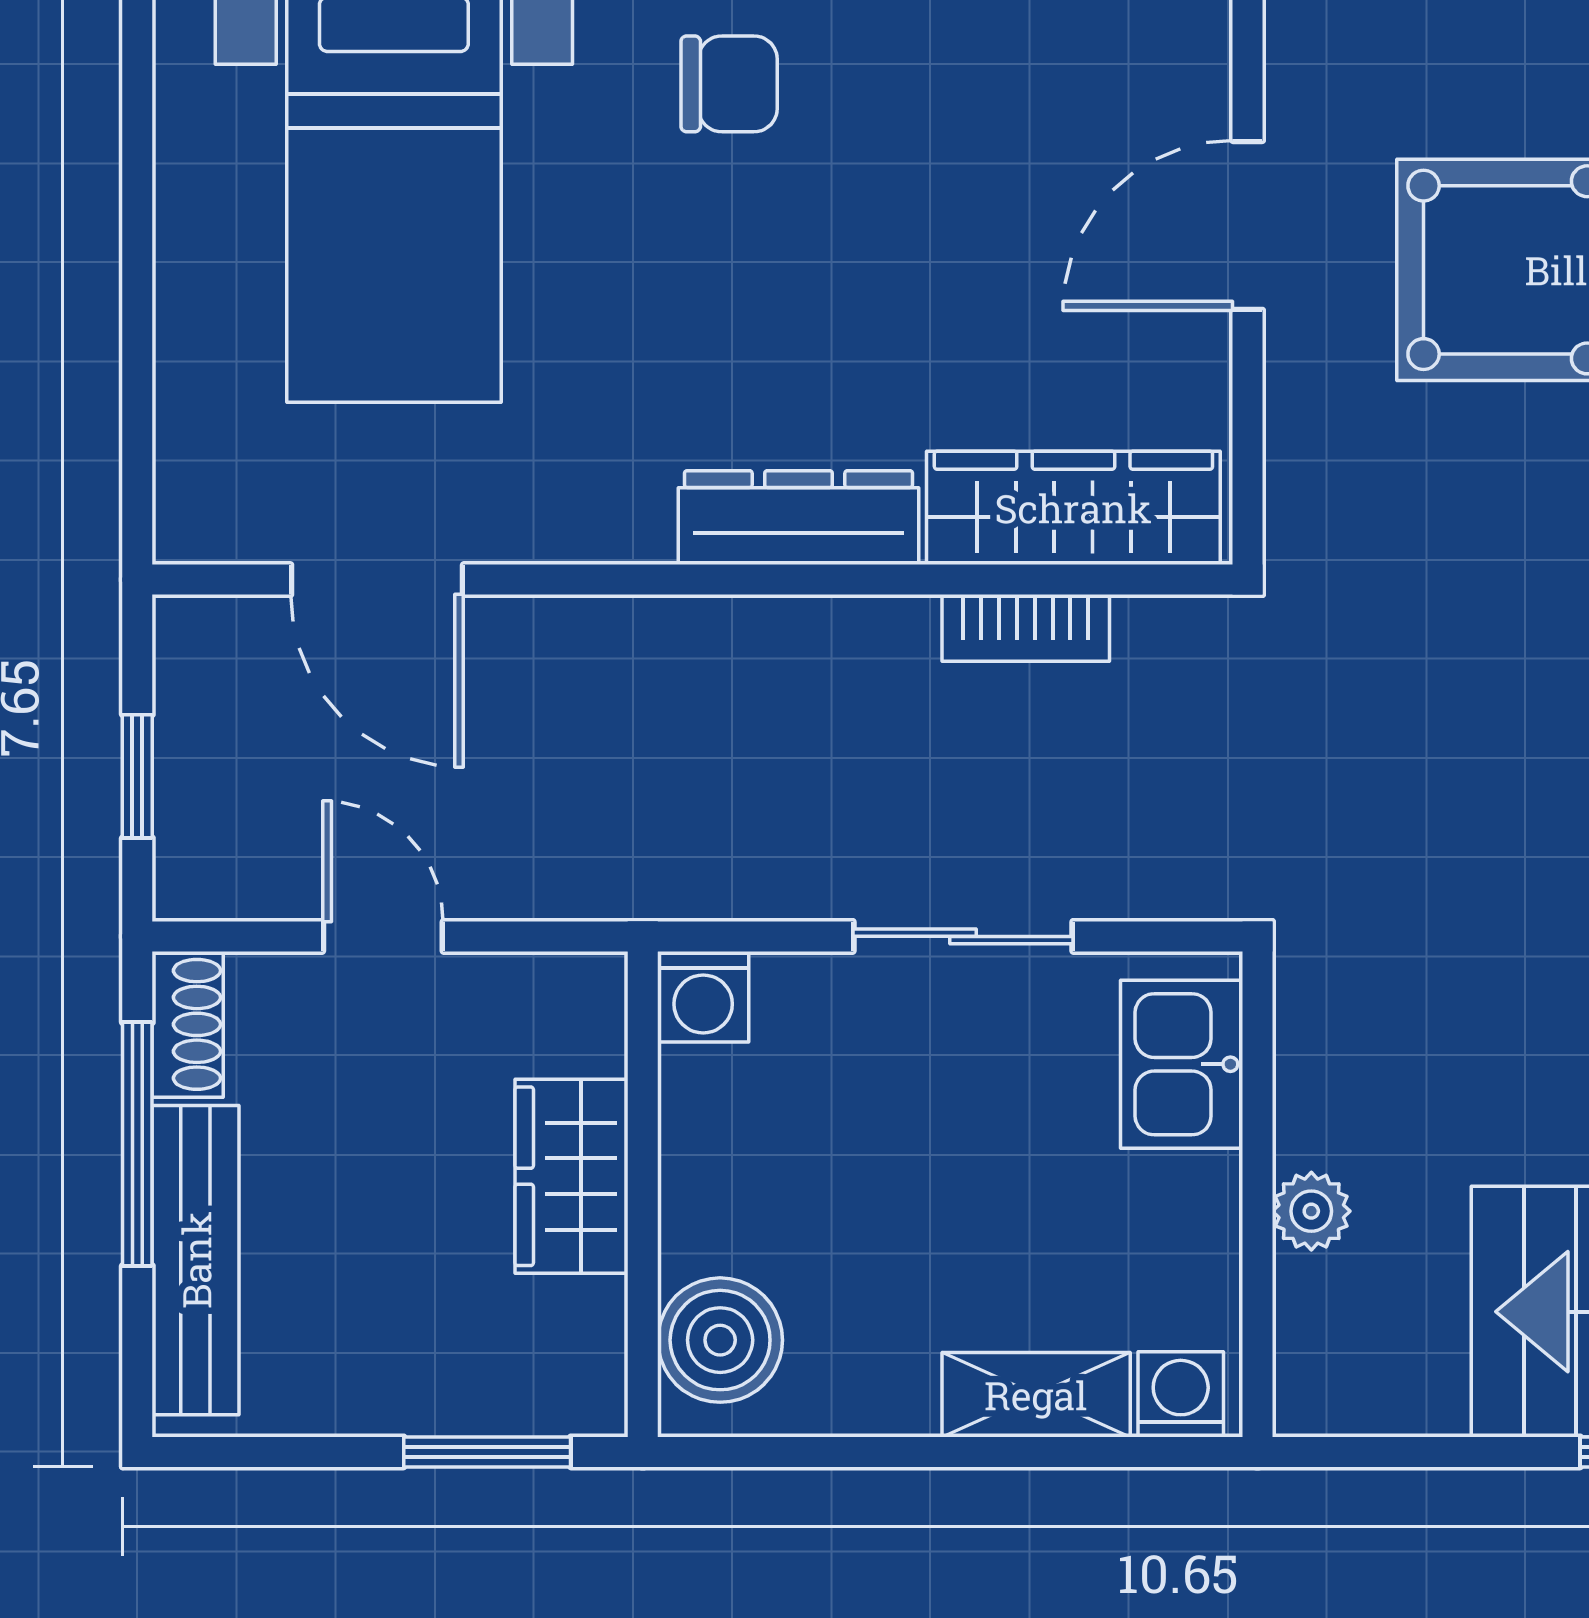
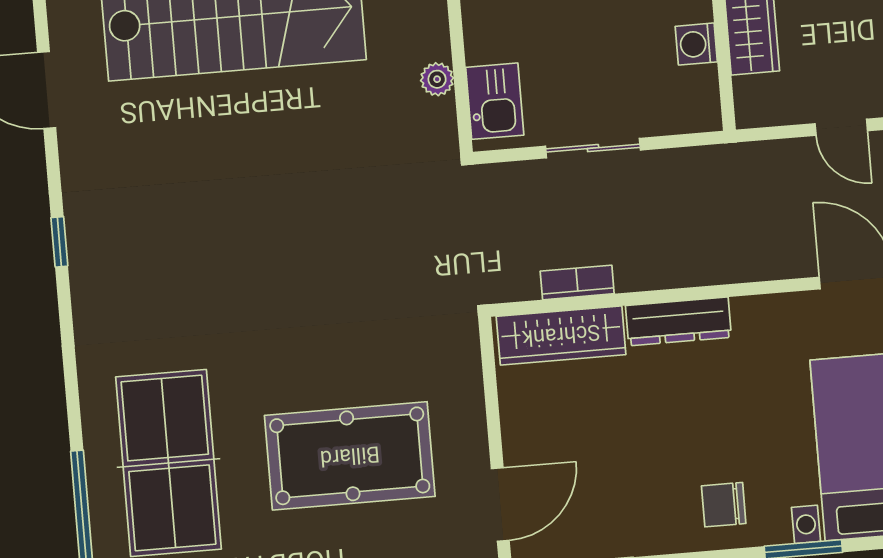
door: (1248, 225) -> (500, 505), moved
washing machine: (703, 997) -> (696, 44), moved, turned -90
plant: (1311, 1211) -> (437, 79), moved

